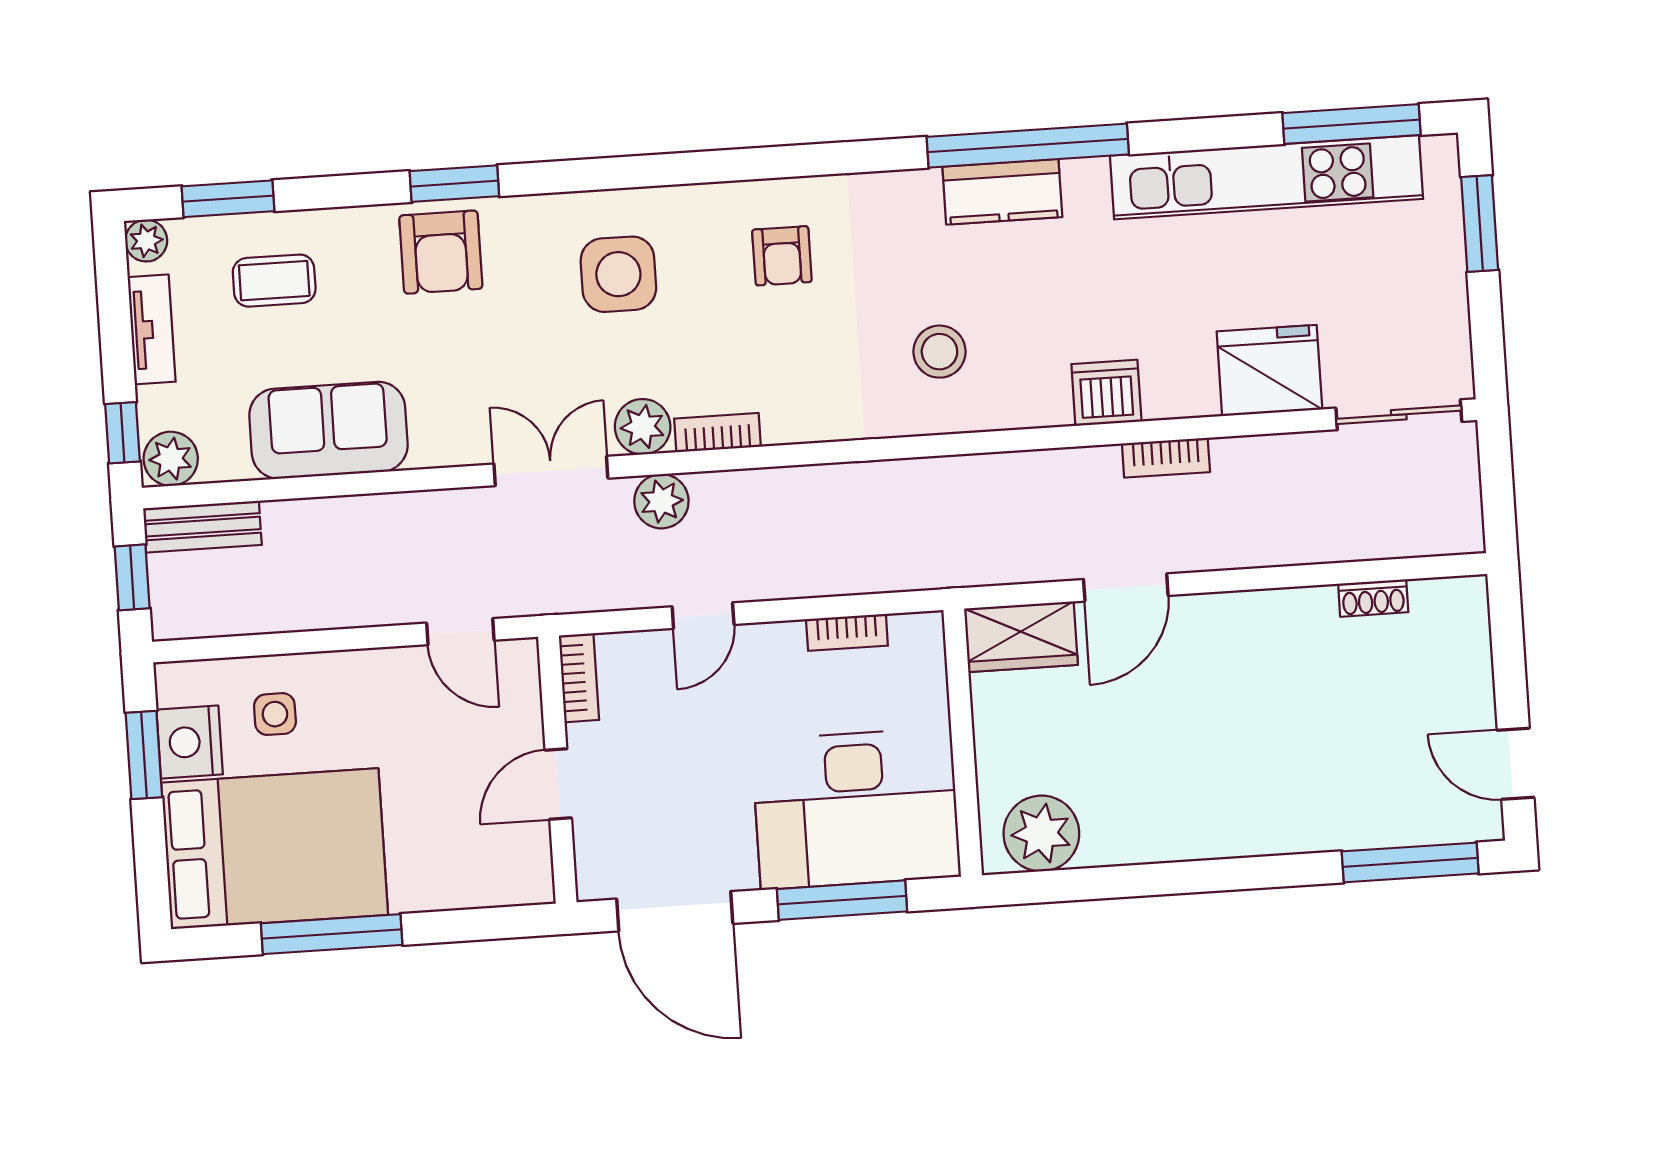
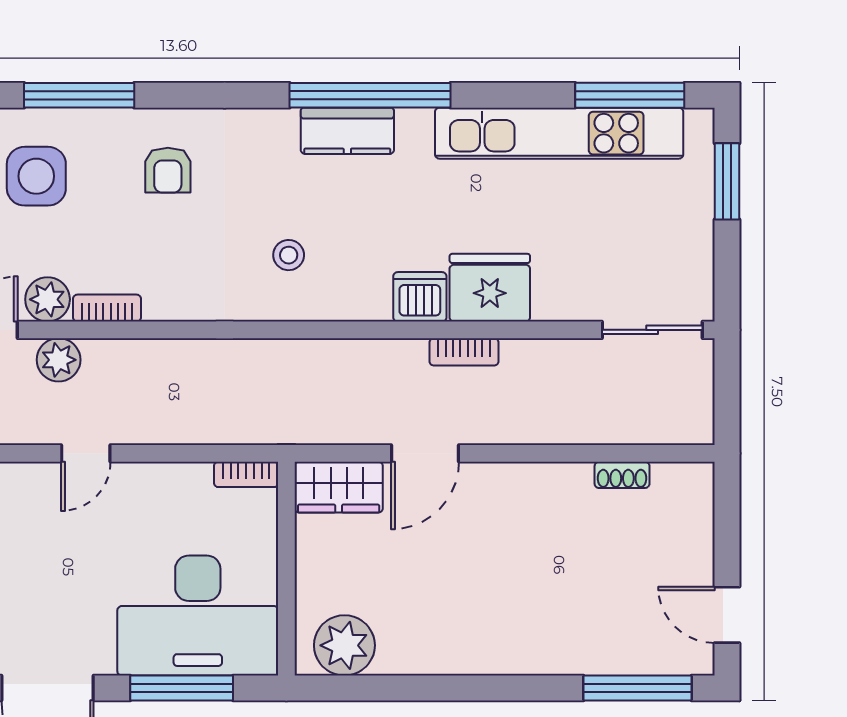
window: (665, 170) -> (79, 95), added
stool: (939, 352) -> (289, 255), width x0.73, depth x0.73
fridge: (1269, 370) -> (490, 288), moved
bookcase: (847, 632) -> (246, 474), moved

